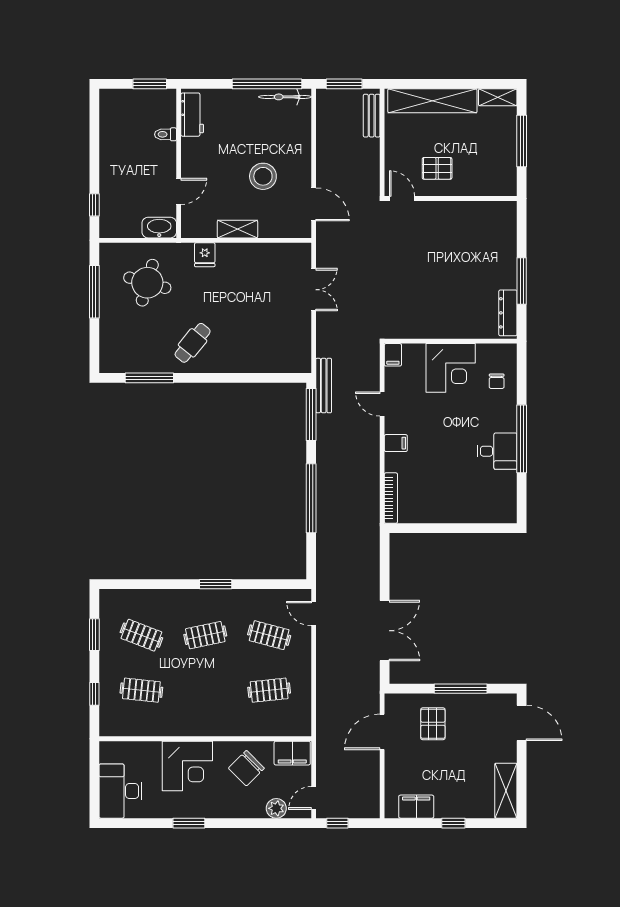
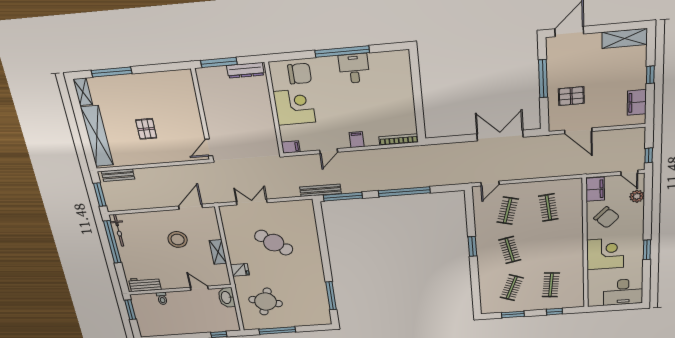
door: (402, 199) -> (209, 148), moved
wall: (451, 199) -> (202, 115), moved
cafe table: (193, 343) -> (274, 243), moved, width x1.37, depth x1.35
chair: (497, 381) -> (300, 74), width x1.87, depth x1.87

